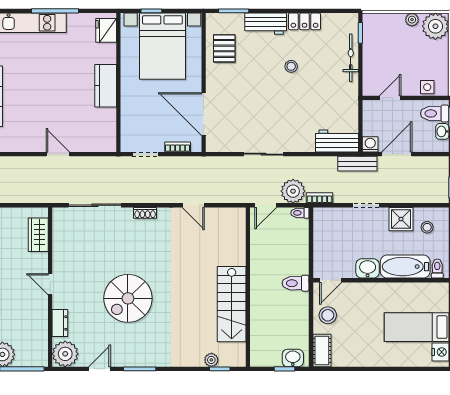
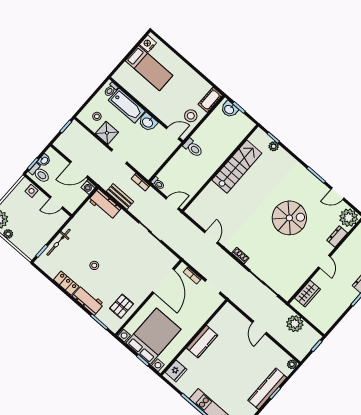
bench: (357, 164) -> (120, 197), moved
plant: (293, 191) -> (295, 324), moved

